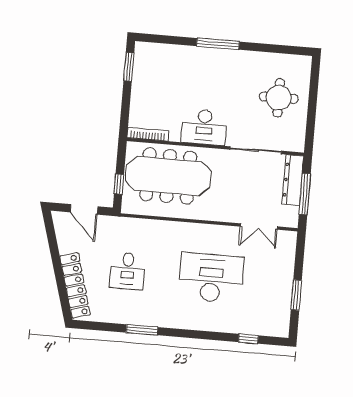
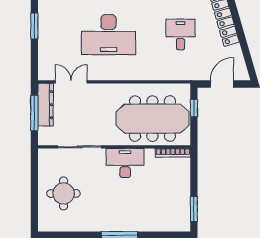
dresser: (293, 180) -> (46, 105), moved
door: (84, 209) -> (222, 84), hinge flipped

